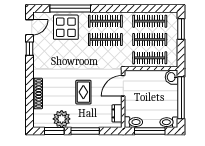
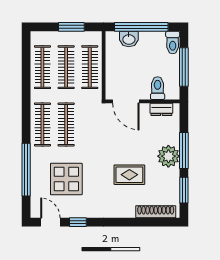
display table: (66, 27) -> (66, 179), moved
window: (181, 29) -> (71, 27), moved
washbasin: (172, 77) -> (129, 39), moved
rug: (83, 92) -> (129, 175), moved
shoe rack: (38, 94) -> (156, 212), moved
plant: (62, 119) -> (168, 156), moved
toilet: (133, 122) -> (158, 88), moved

